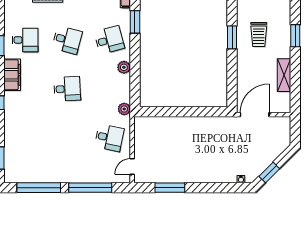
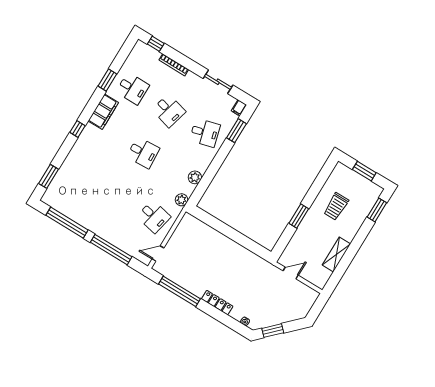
window: (295, 36) -> (377, 210), moved
window: (232, 37) -> (299, 216), moved
plant: (124, 67) -> (195, 177), moved
door: (255, 115) -> (291, 273), width x0.53
locker: (208, 178) -> (217, 303), added
window: (170, 188) -> (180, 291), width x1.46

